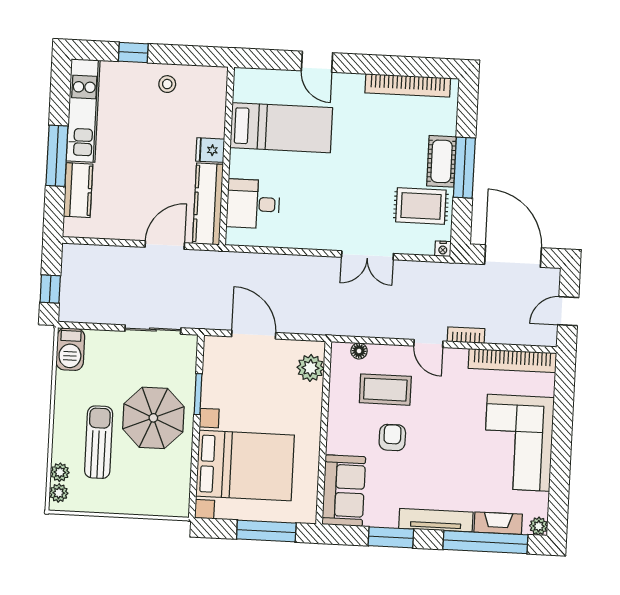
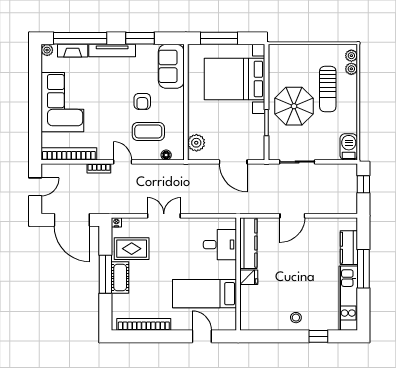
bed: (281, 128) -> (204, 294), moved
fridge: (210, 150) -> (249, 277), moved
wall: (227, 156) -> (238, 274), moved
kitchen counter: (208, 204) -> (248, 243), moved
desk: (253, 204) -> (220, 245), moved

